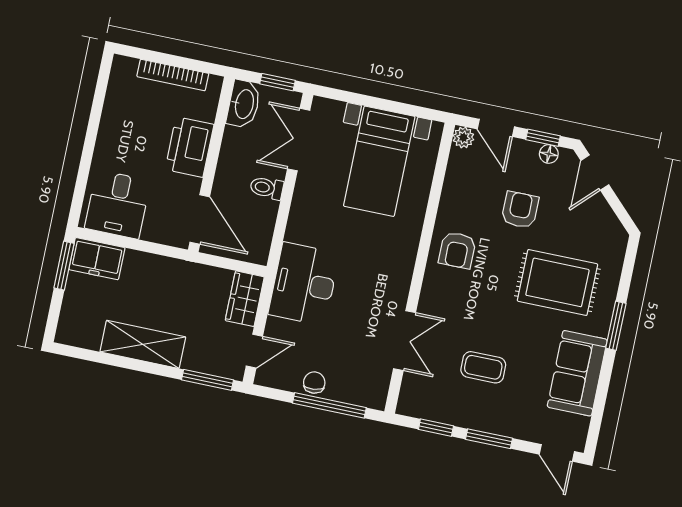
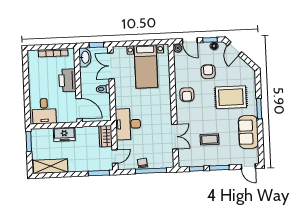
freezer: (97, 259) -> (64, 134), moved
shelving: (143, 344) -> (50, 166), moved

